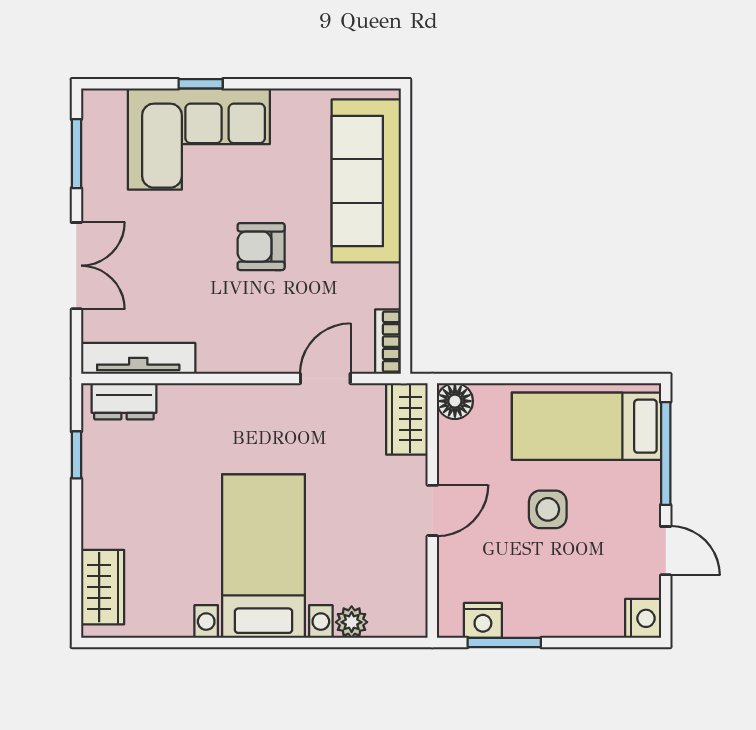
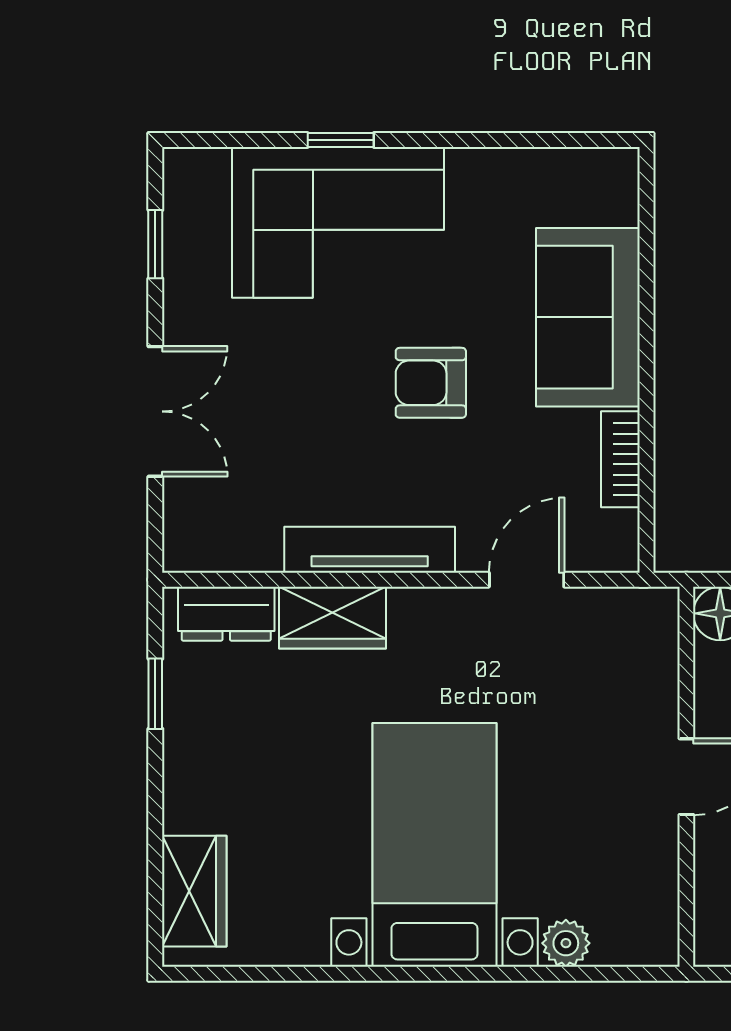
window: (76, 154) -> (155, 244), width x0.67
sofa: (366, 181) -> (588, 317), width x0.73
bookcase: (388, 342) -> (620, 459), moved
tv unit: (138, 358) -> (370, 550), moved
wardrobe: (407, 419) -> (332, 618), moved, turned -90

